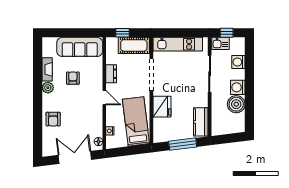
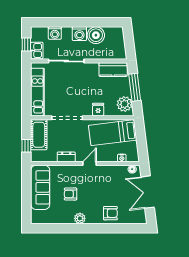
fireplace: (47, 69) -> (62, 219), removed
fridge: (162, 107) -> (98, 110), width x0.53, depth x0.75
plant: (165, 134) -> (125, 104), added

